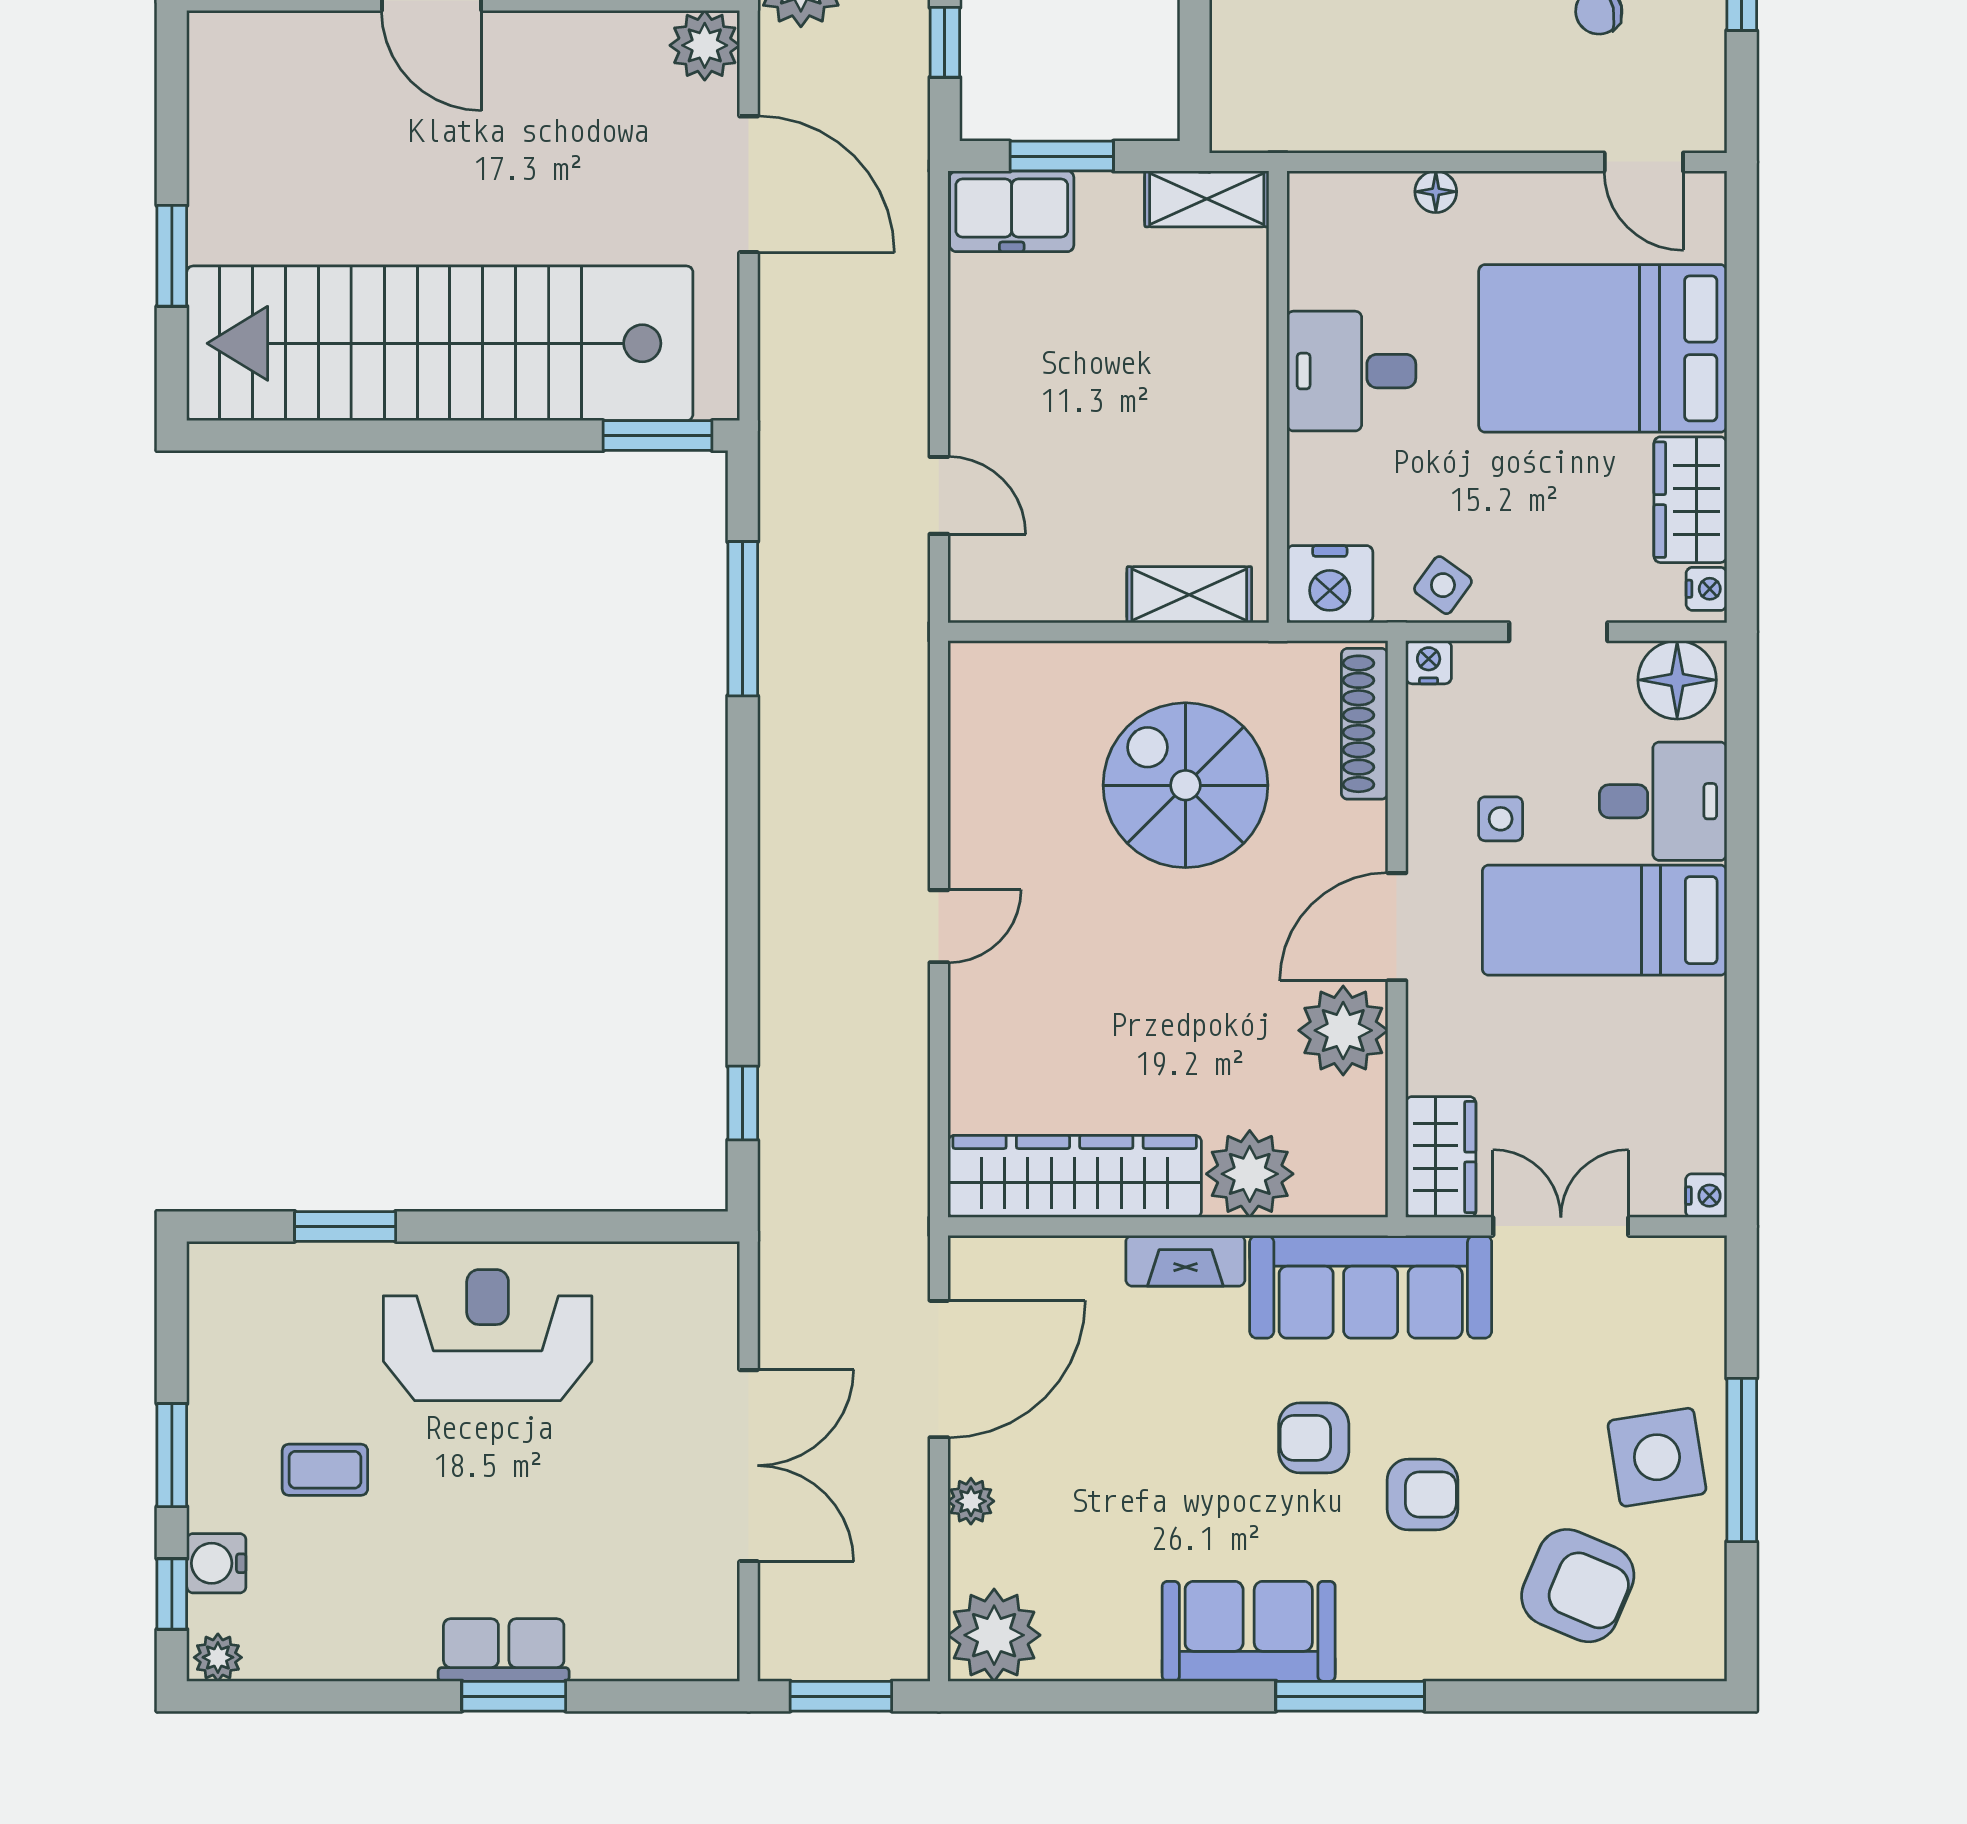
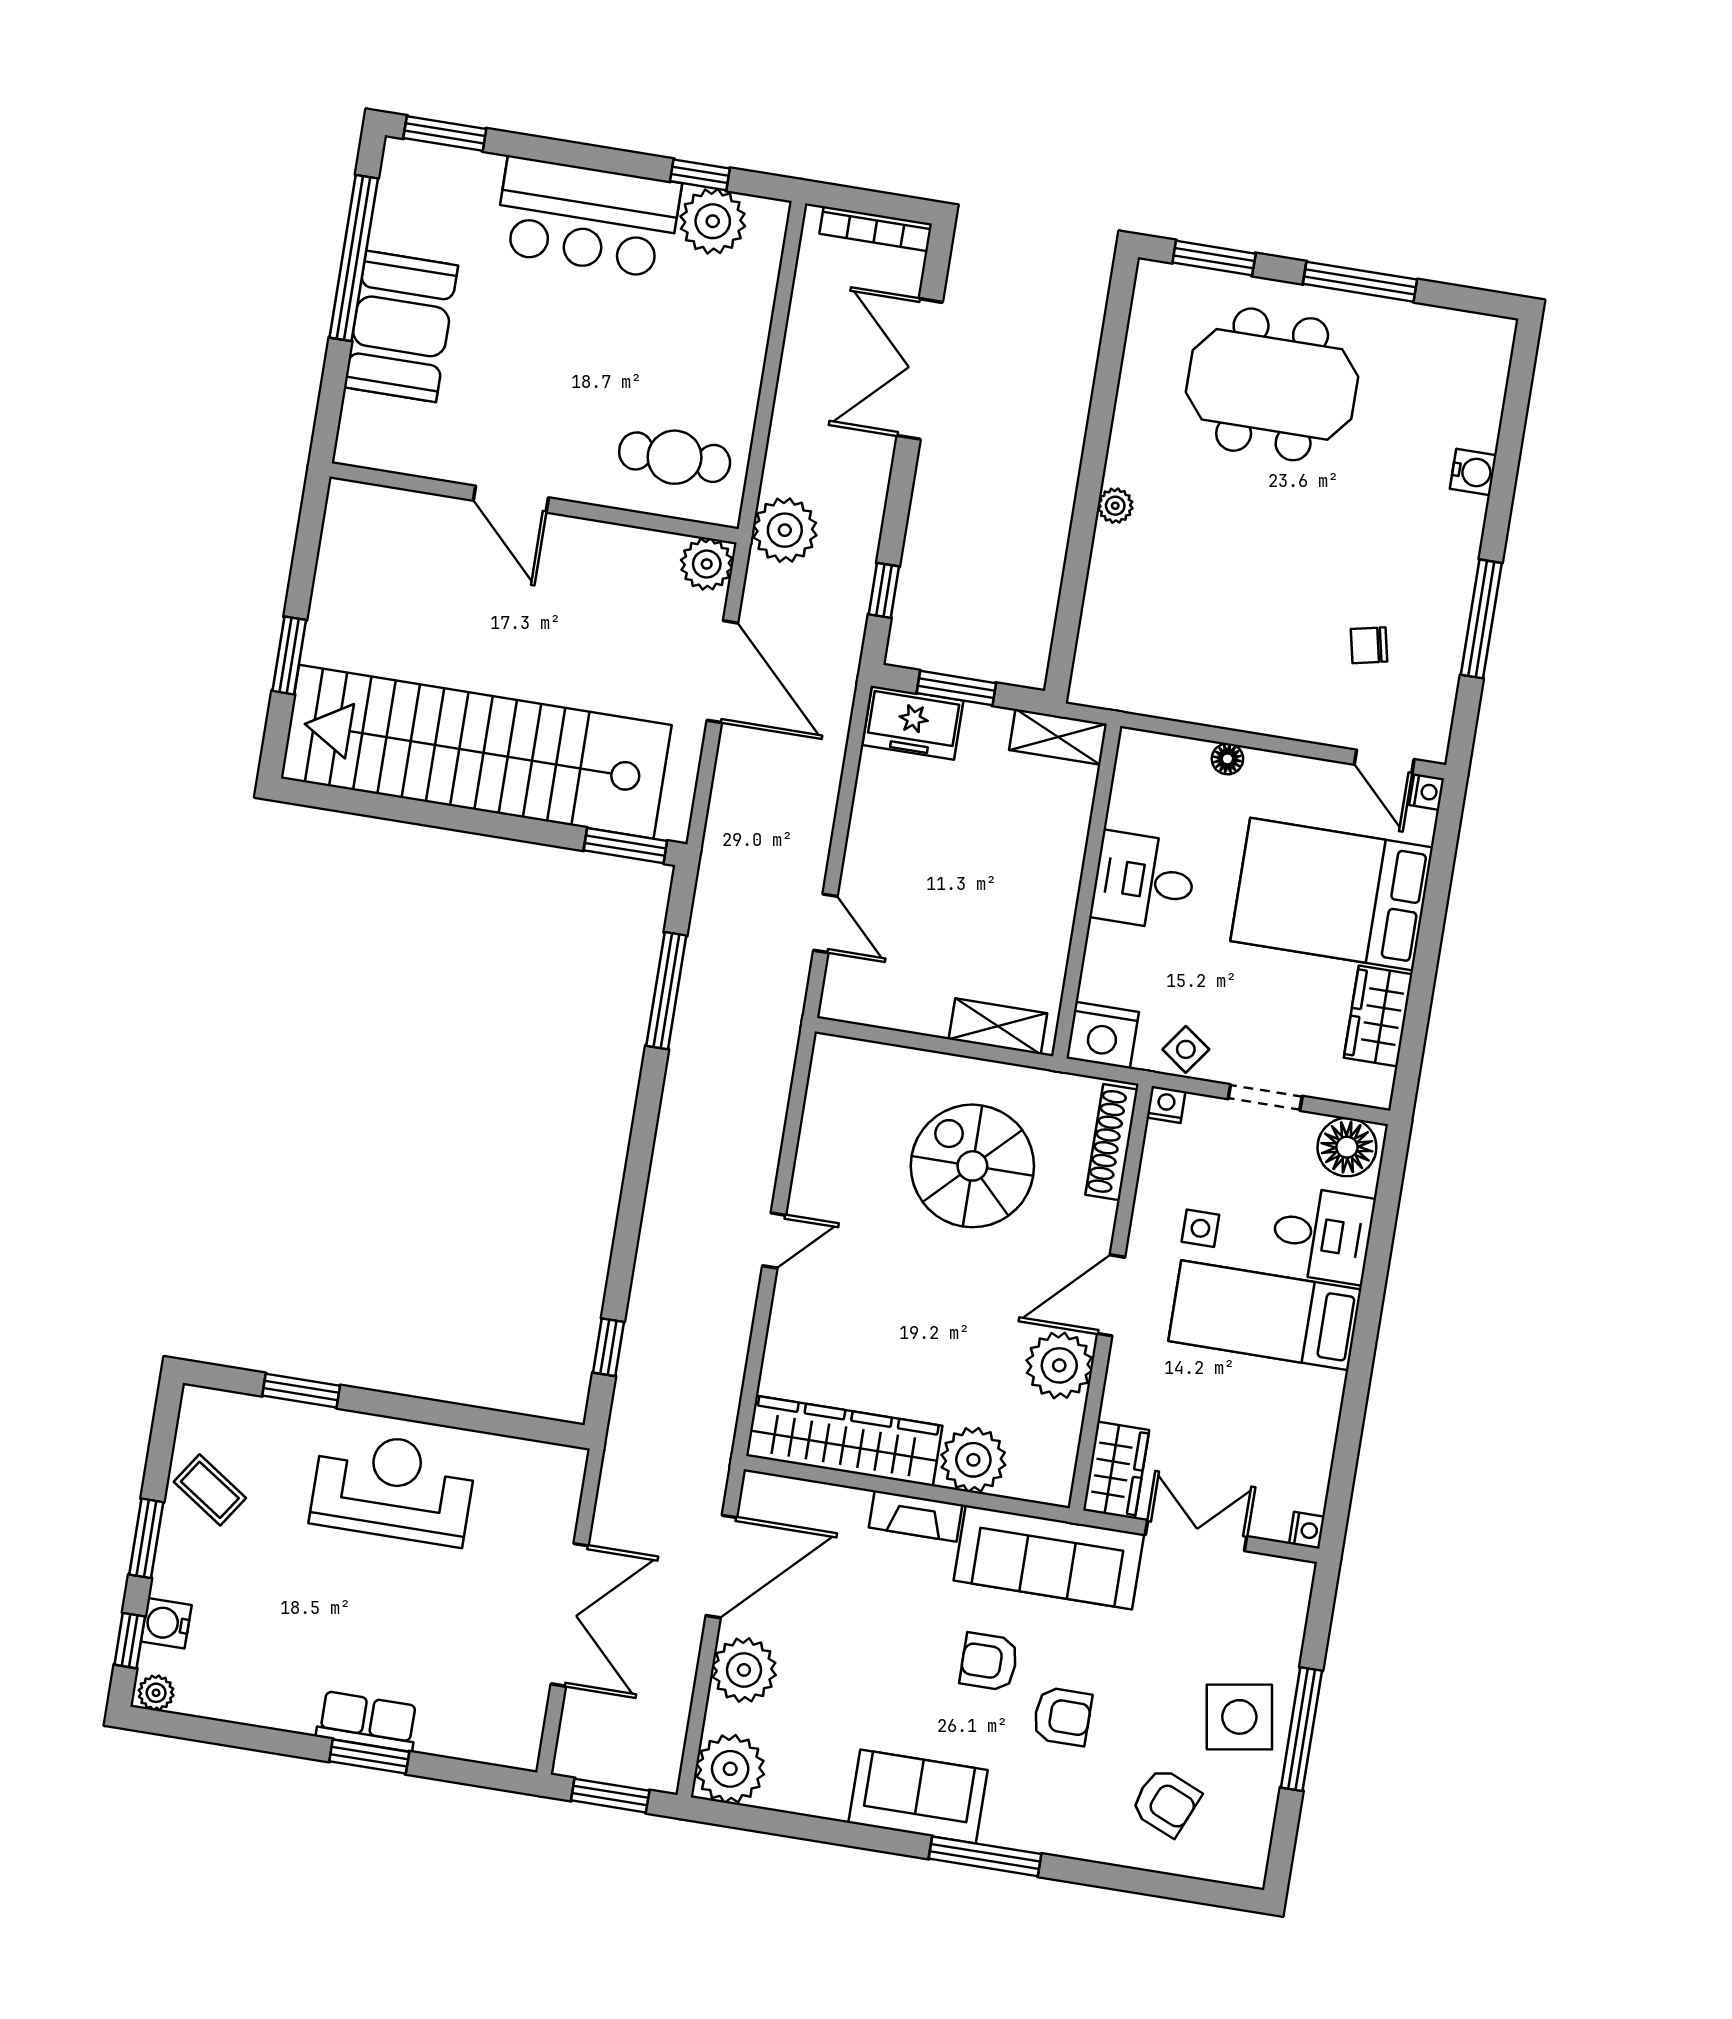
nightstand: (1706, 589) -> (1427, 792), moved
coffee table: (325, 1470) -> (210, 1490), moved, turned 34
plant: (971, 1501) -> (744, 1670), width x1.88, depth x1.88
armchair: (1578, 1586) -> (1166, 1802), width x0.72, depth x0.72

